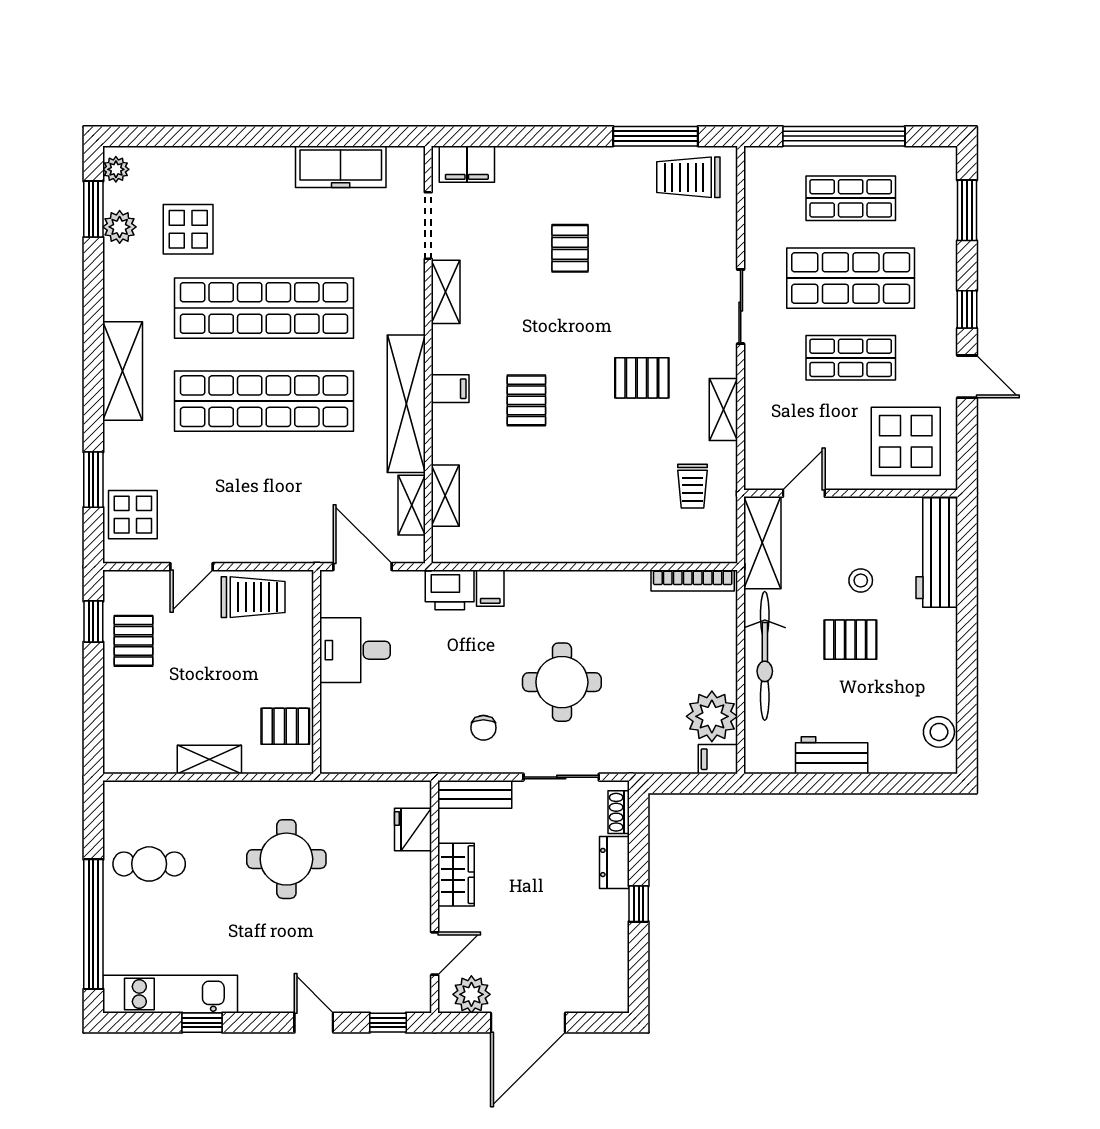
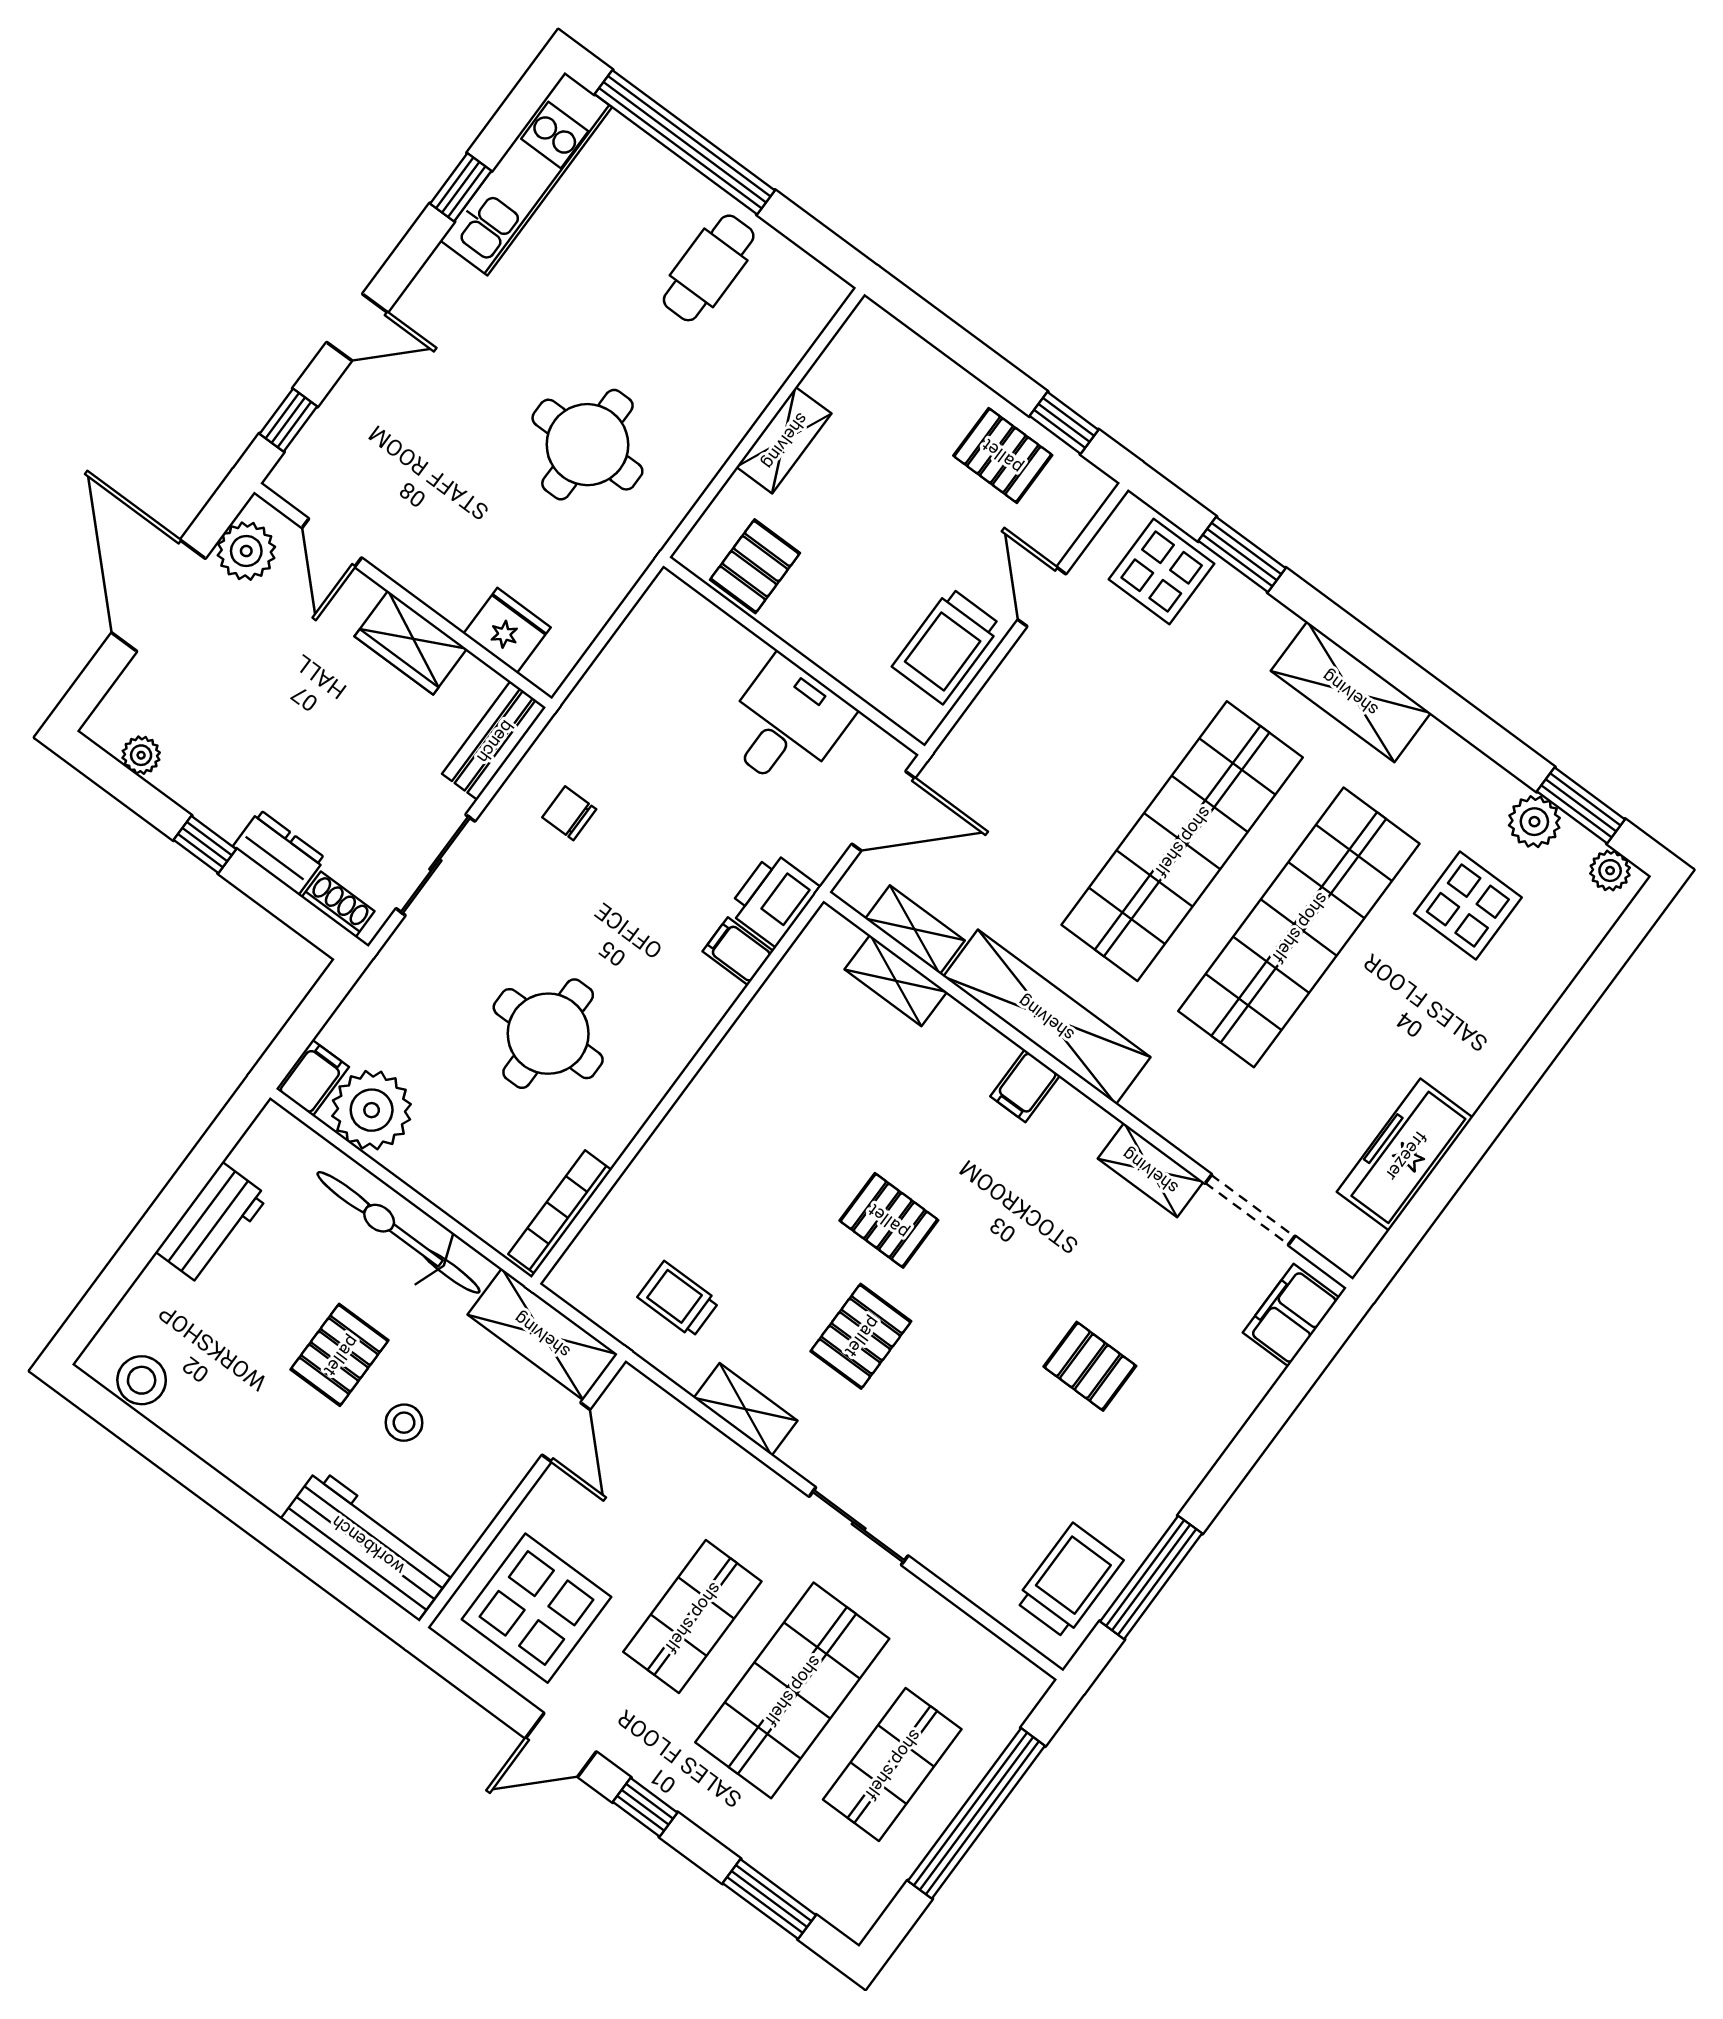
pallet: (526, 400) -> (889, 1220), moved
round table: (562, 682) -> (548, 1034), moved
plant: (617, 971) -> (141, 755), added

